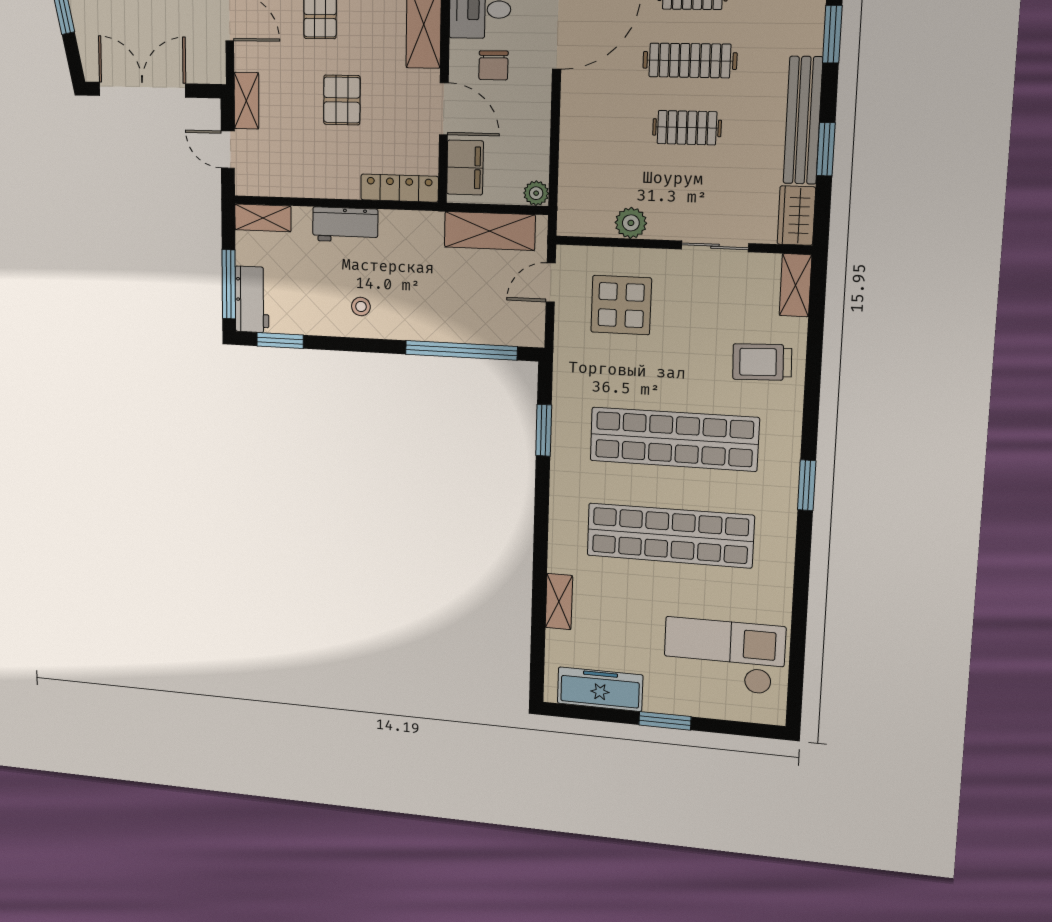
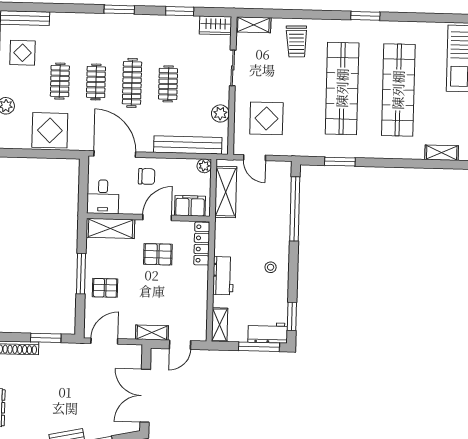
chair: (493, 65) -> (147, 176), moved
pallet: (342, 100) -> (158, 254), moved
bench: (803, 120) -> (188, 145), moved

